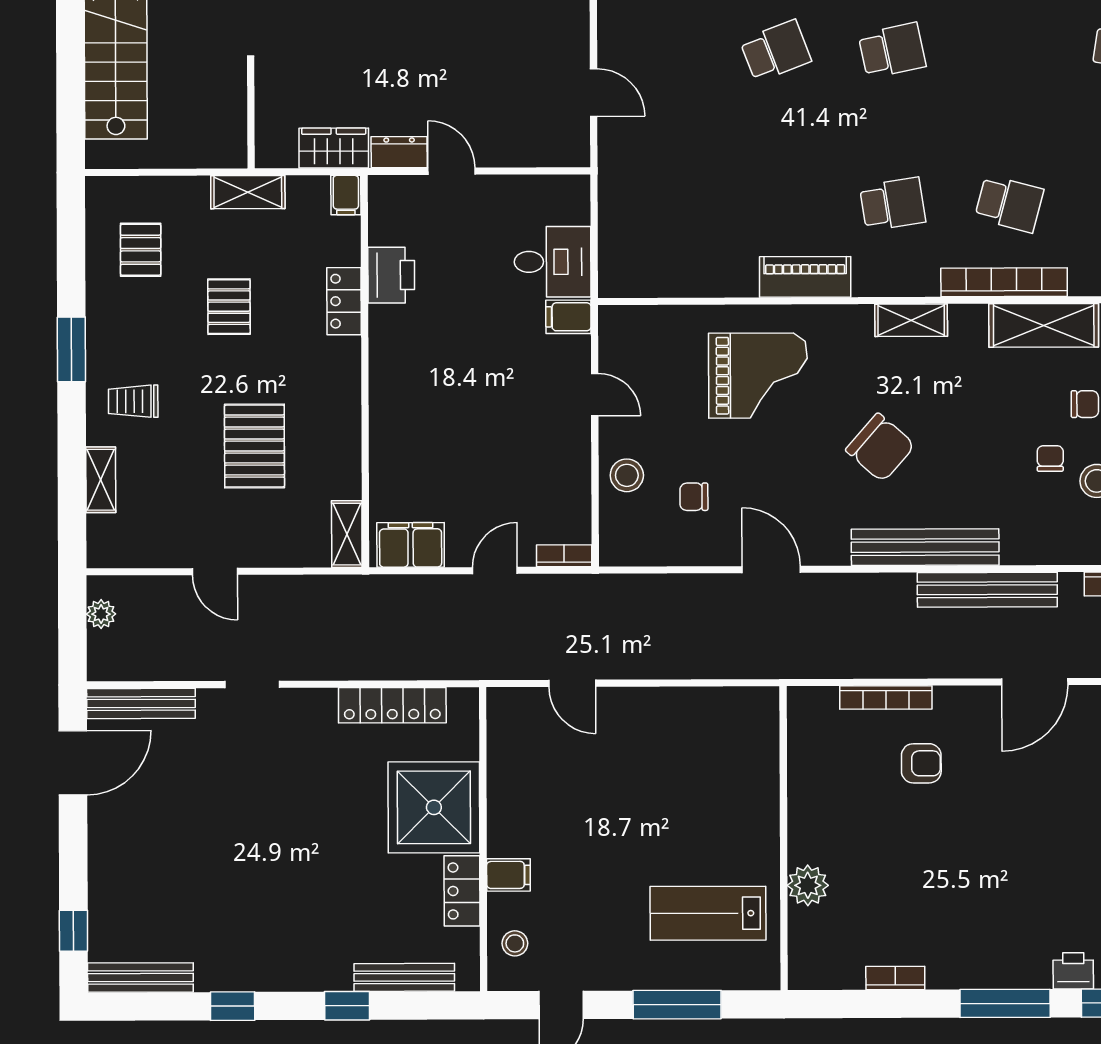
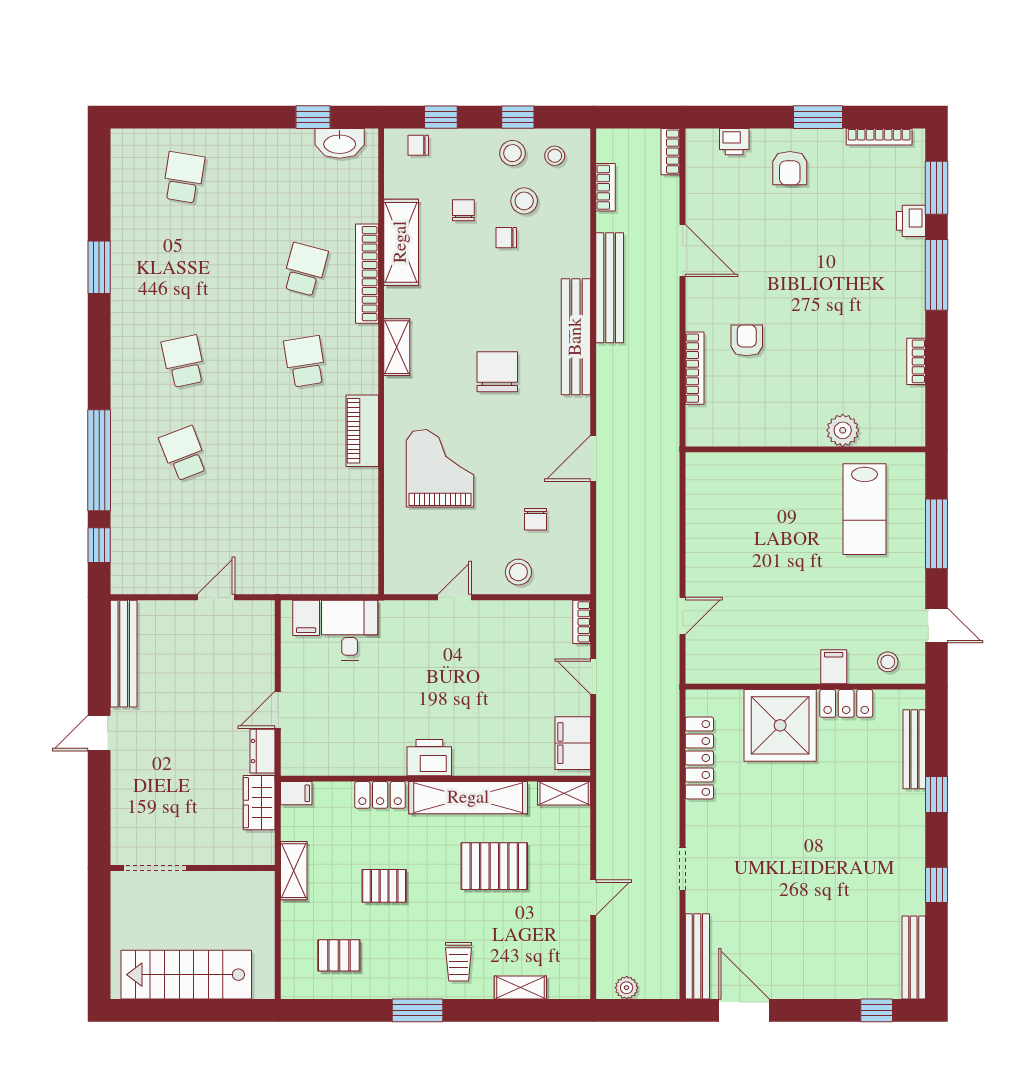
printer: (391, 275) -> (429, 758), moved
filing cabinet: (568, 317) -> (306, 618), moved
shelving: (341, 413) -> (468, 798), added
chair: (880, 448) -> (497, 372), turned -41

